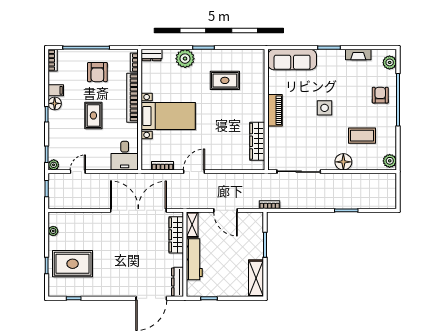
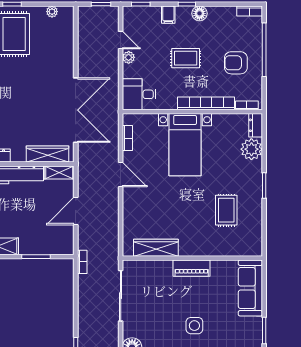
plant: (185, 59) -> (251, 149), moved
filing cabinet: (56, 90) -> (168, 15), moved
plant: (54, 165) -> (129, 57), moved

